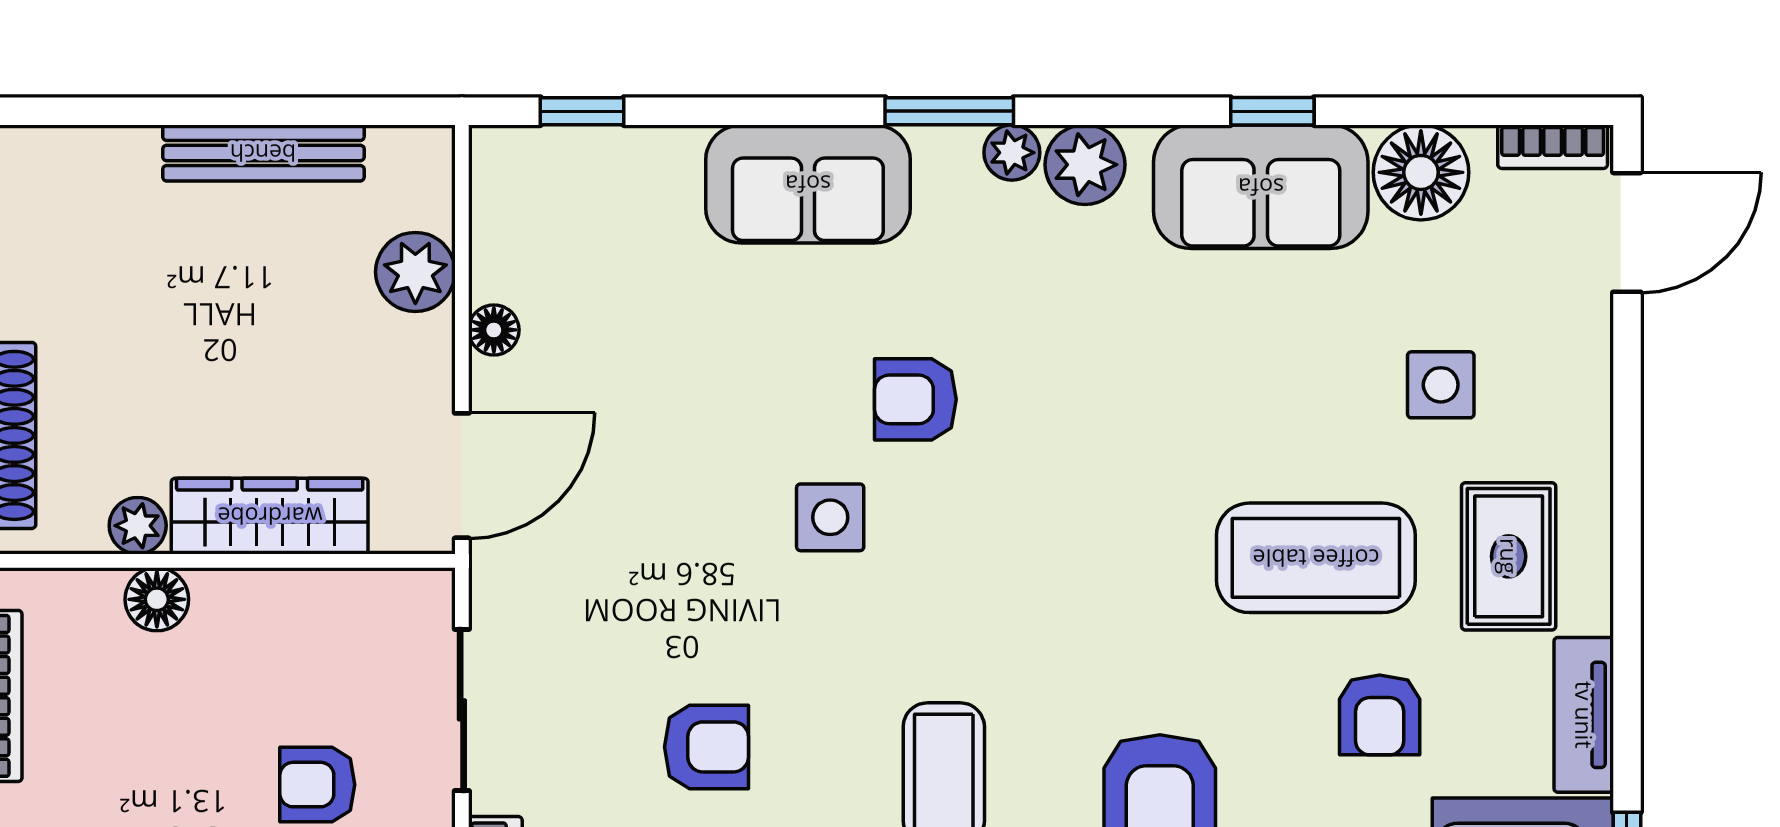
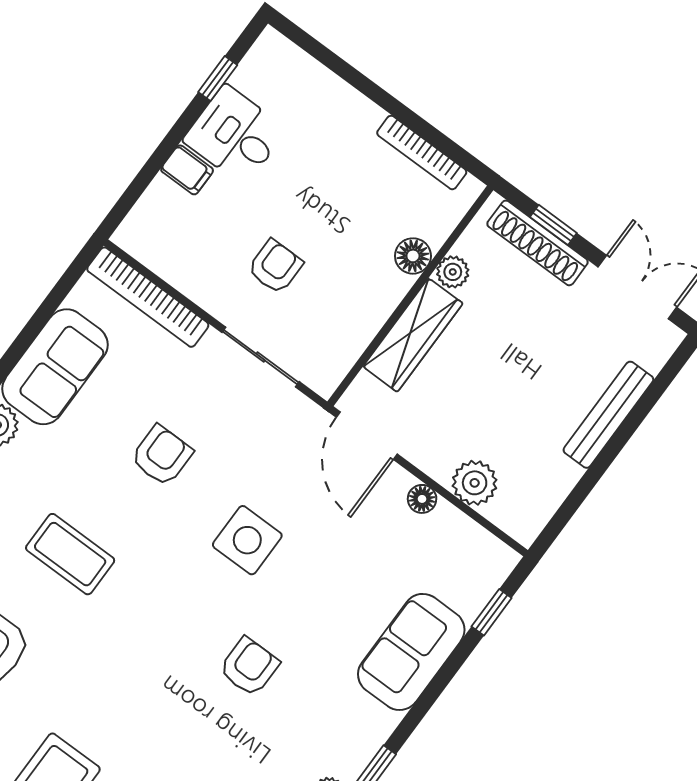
bench: (263, 153) -> (608, 415), moved
sofa: (808, 184) -> (411, 652), moved
side table: (830, 517) -> (247, 540), moved, width x1.37, depth x1.37
armchair: (706, 747) -> (162, 455), turned 180

